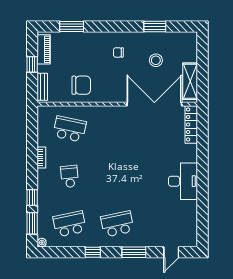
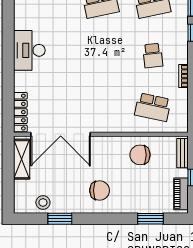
chair: (118, 52) -> (100, 190), width x1.87, depth x1.87
stool: (156, 60) -> (43, 202), moved

